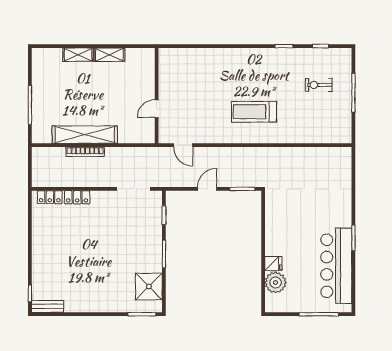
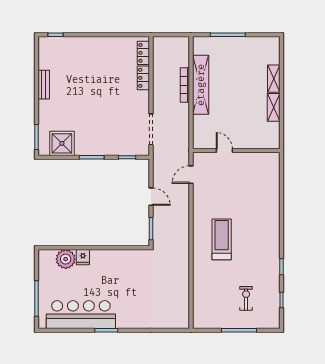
bench: (48, 306) -> (44, 85), moved

